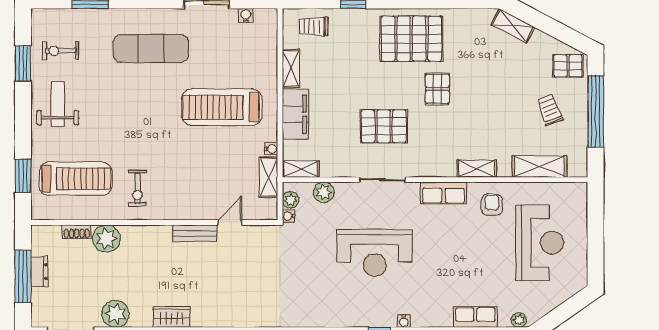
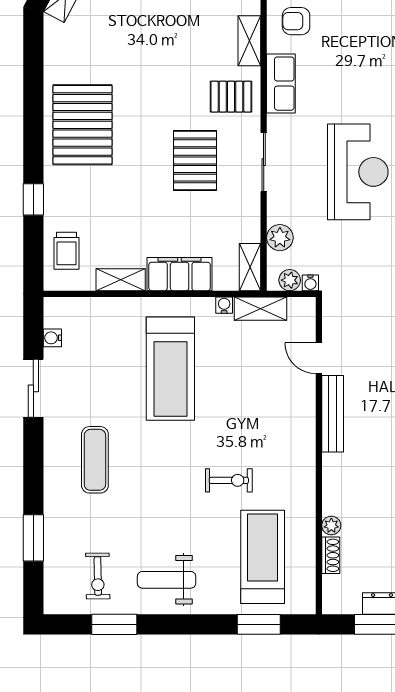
exercise mat: (151, 48) -> (95, 460), width x0.73, depth x0.69
pallet: (437, 89) -> (231, 97), moved
exercise bike: (137, 188) -> (229, 480), moved
bench: (195, 233) -> (333, 414), width x1.36
plant: (106, 239) -> (331, 526), width x0.53, depth x0.53

